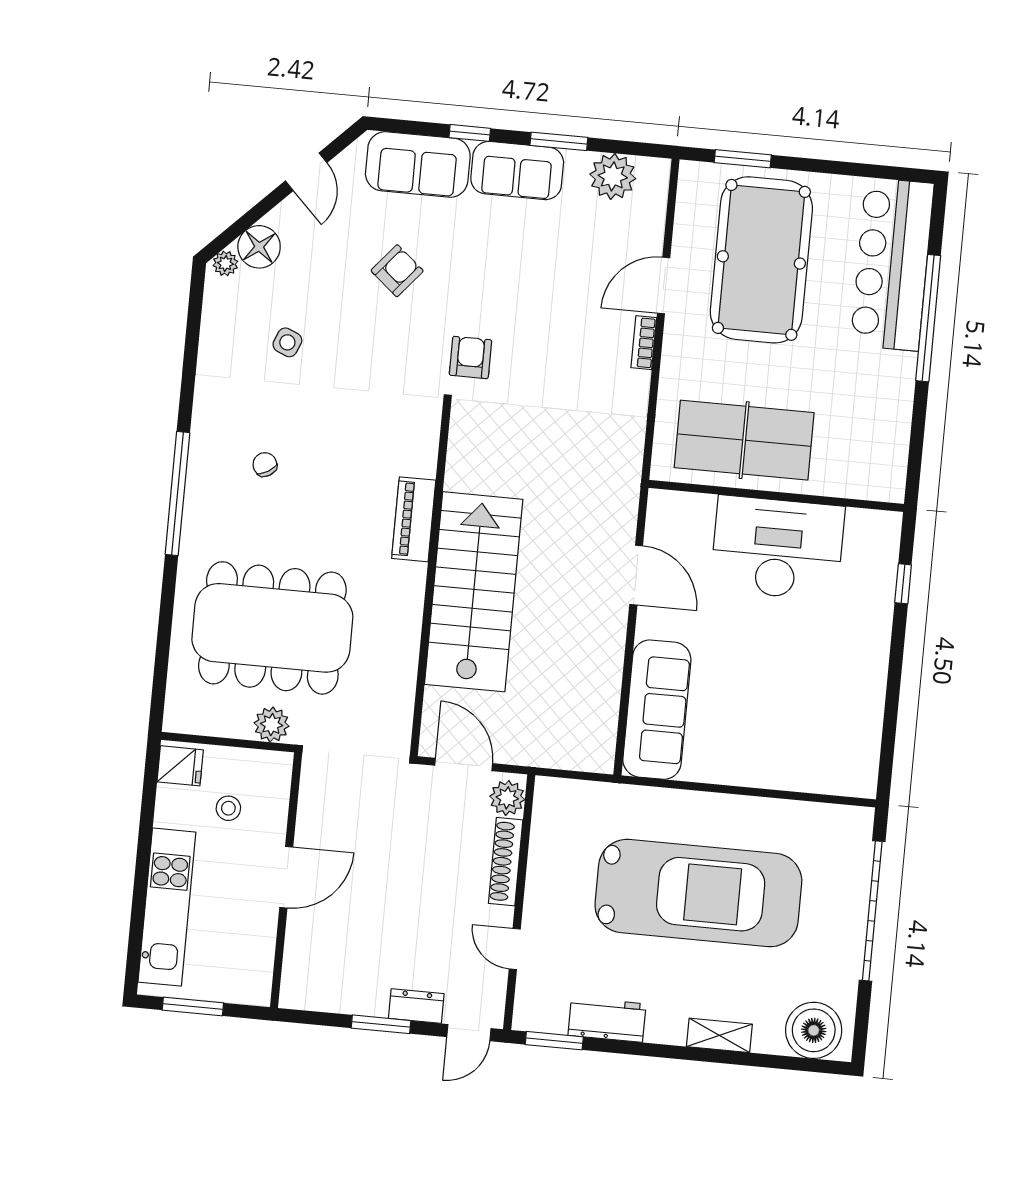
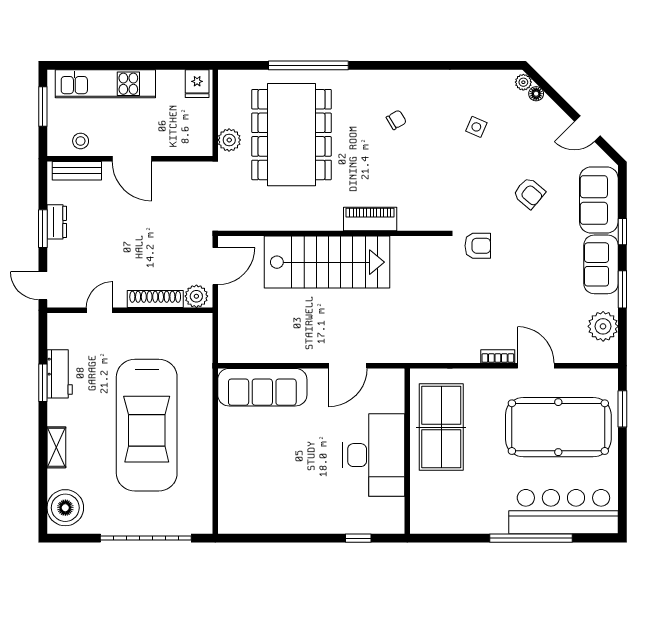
floor lamp: (259, 247) -> (536, 94), width x0.53, depth x0.53
window: (177, 493) -> (308, 65), moved
stool: (228, 808) -> (81, 141), moved
bench: (297, 964) -> (77, 171), added
dresser: (416, 1006) -> (57, 222), moved
window: (554, 1041) -> (43, 383), moved

